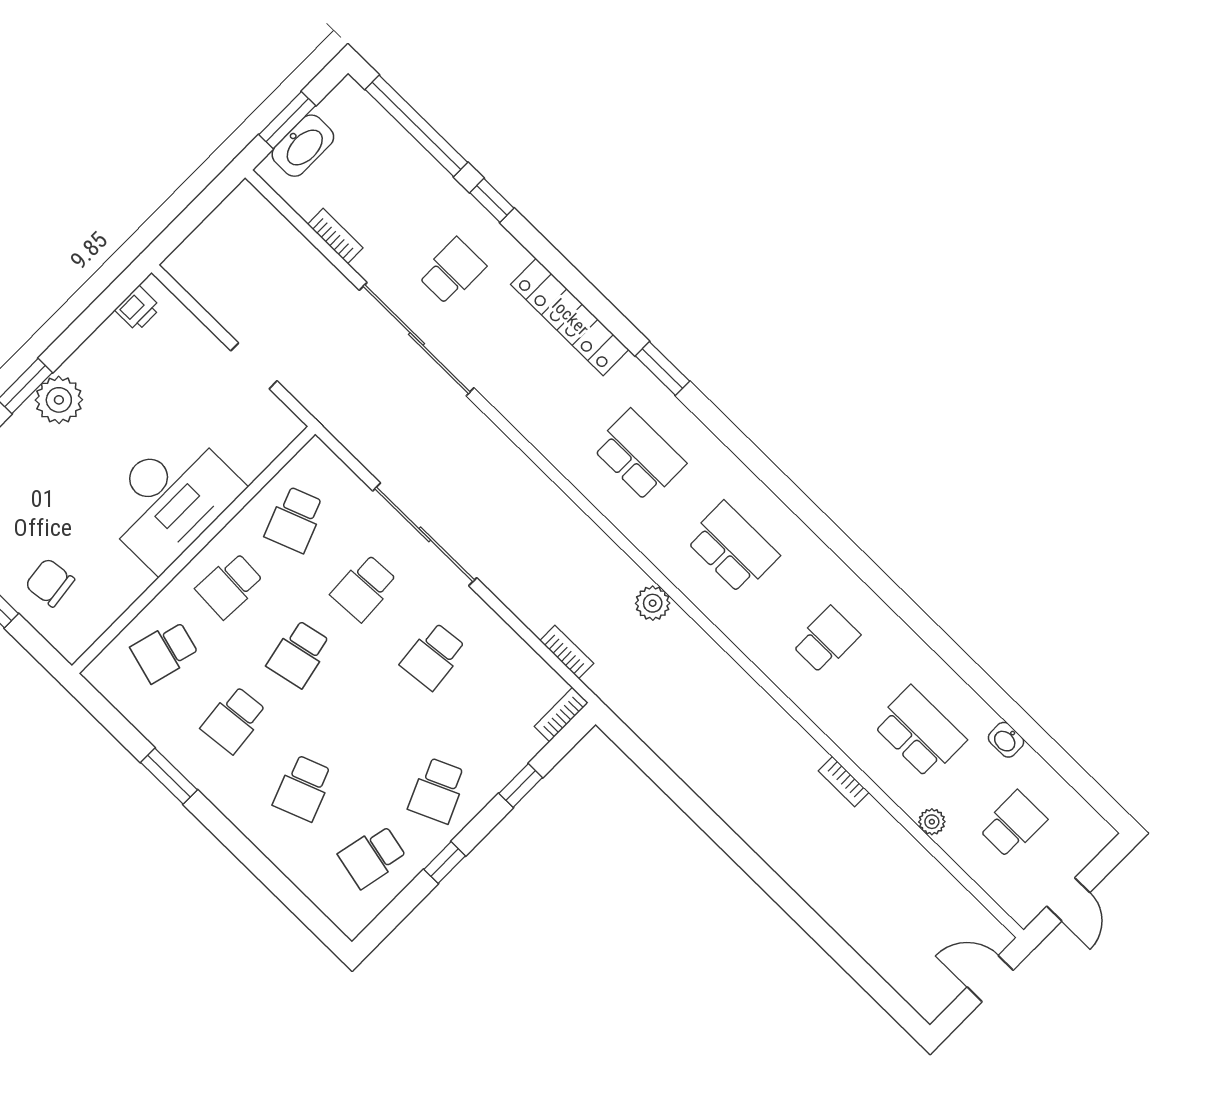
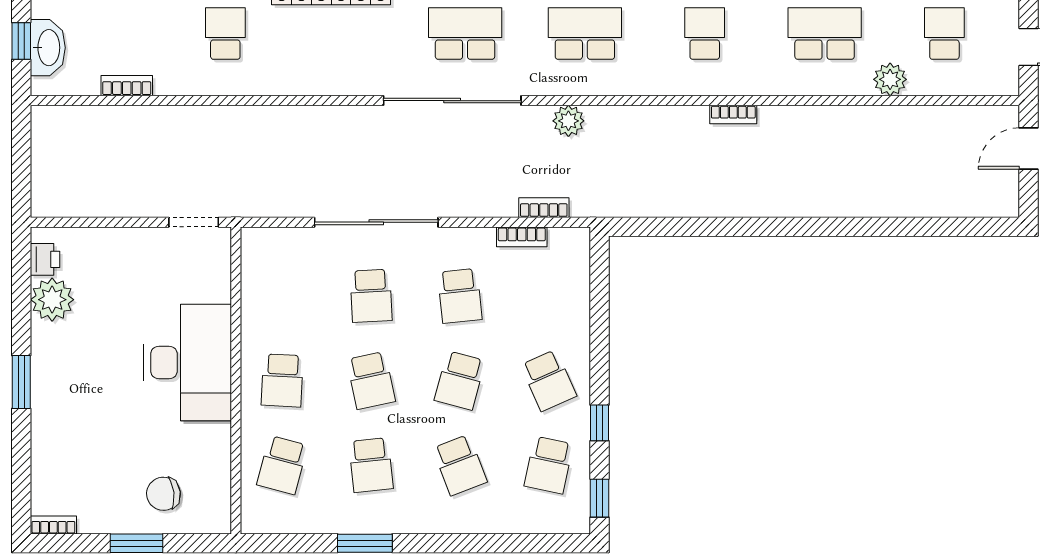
window: (287, 120) -> (21, 41), width x0.67
sliding door: (417, 339) -> (452, 101), moved
doorway: (254, 366) -> (194, 222), moved
plant: (59, 400) -> (52, 300), moved
school desk: (295, 520) -> (460, 380), moved, turned 36
bookcase: (561, 715) -> (522, 237), moved, turned -90
bookcase: (844, 782) -> (733, 114), moved
window: (521, 785) -> (599, 498), moved
plant: (932, 822) -> (890, 79), width x1.38, depth x1.38

